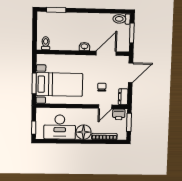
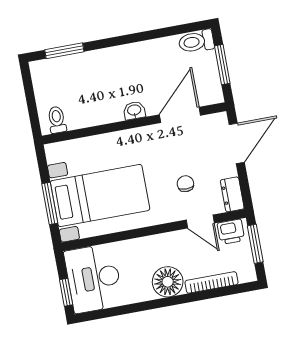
door: (105, 107) -> (200, 222), hinge flipped
desk: (60, 127) -> (94, 278), moved, turned 90

